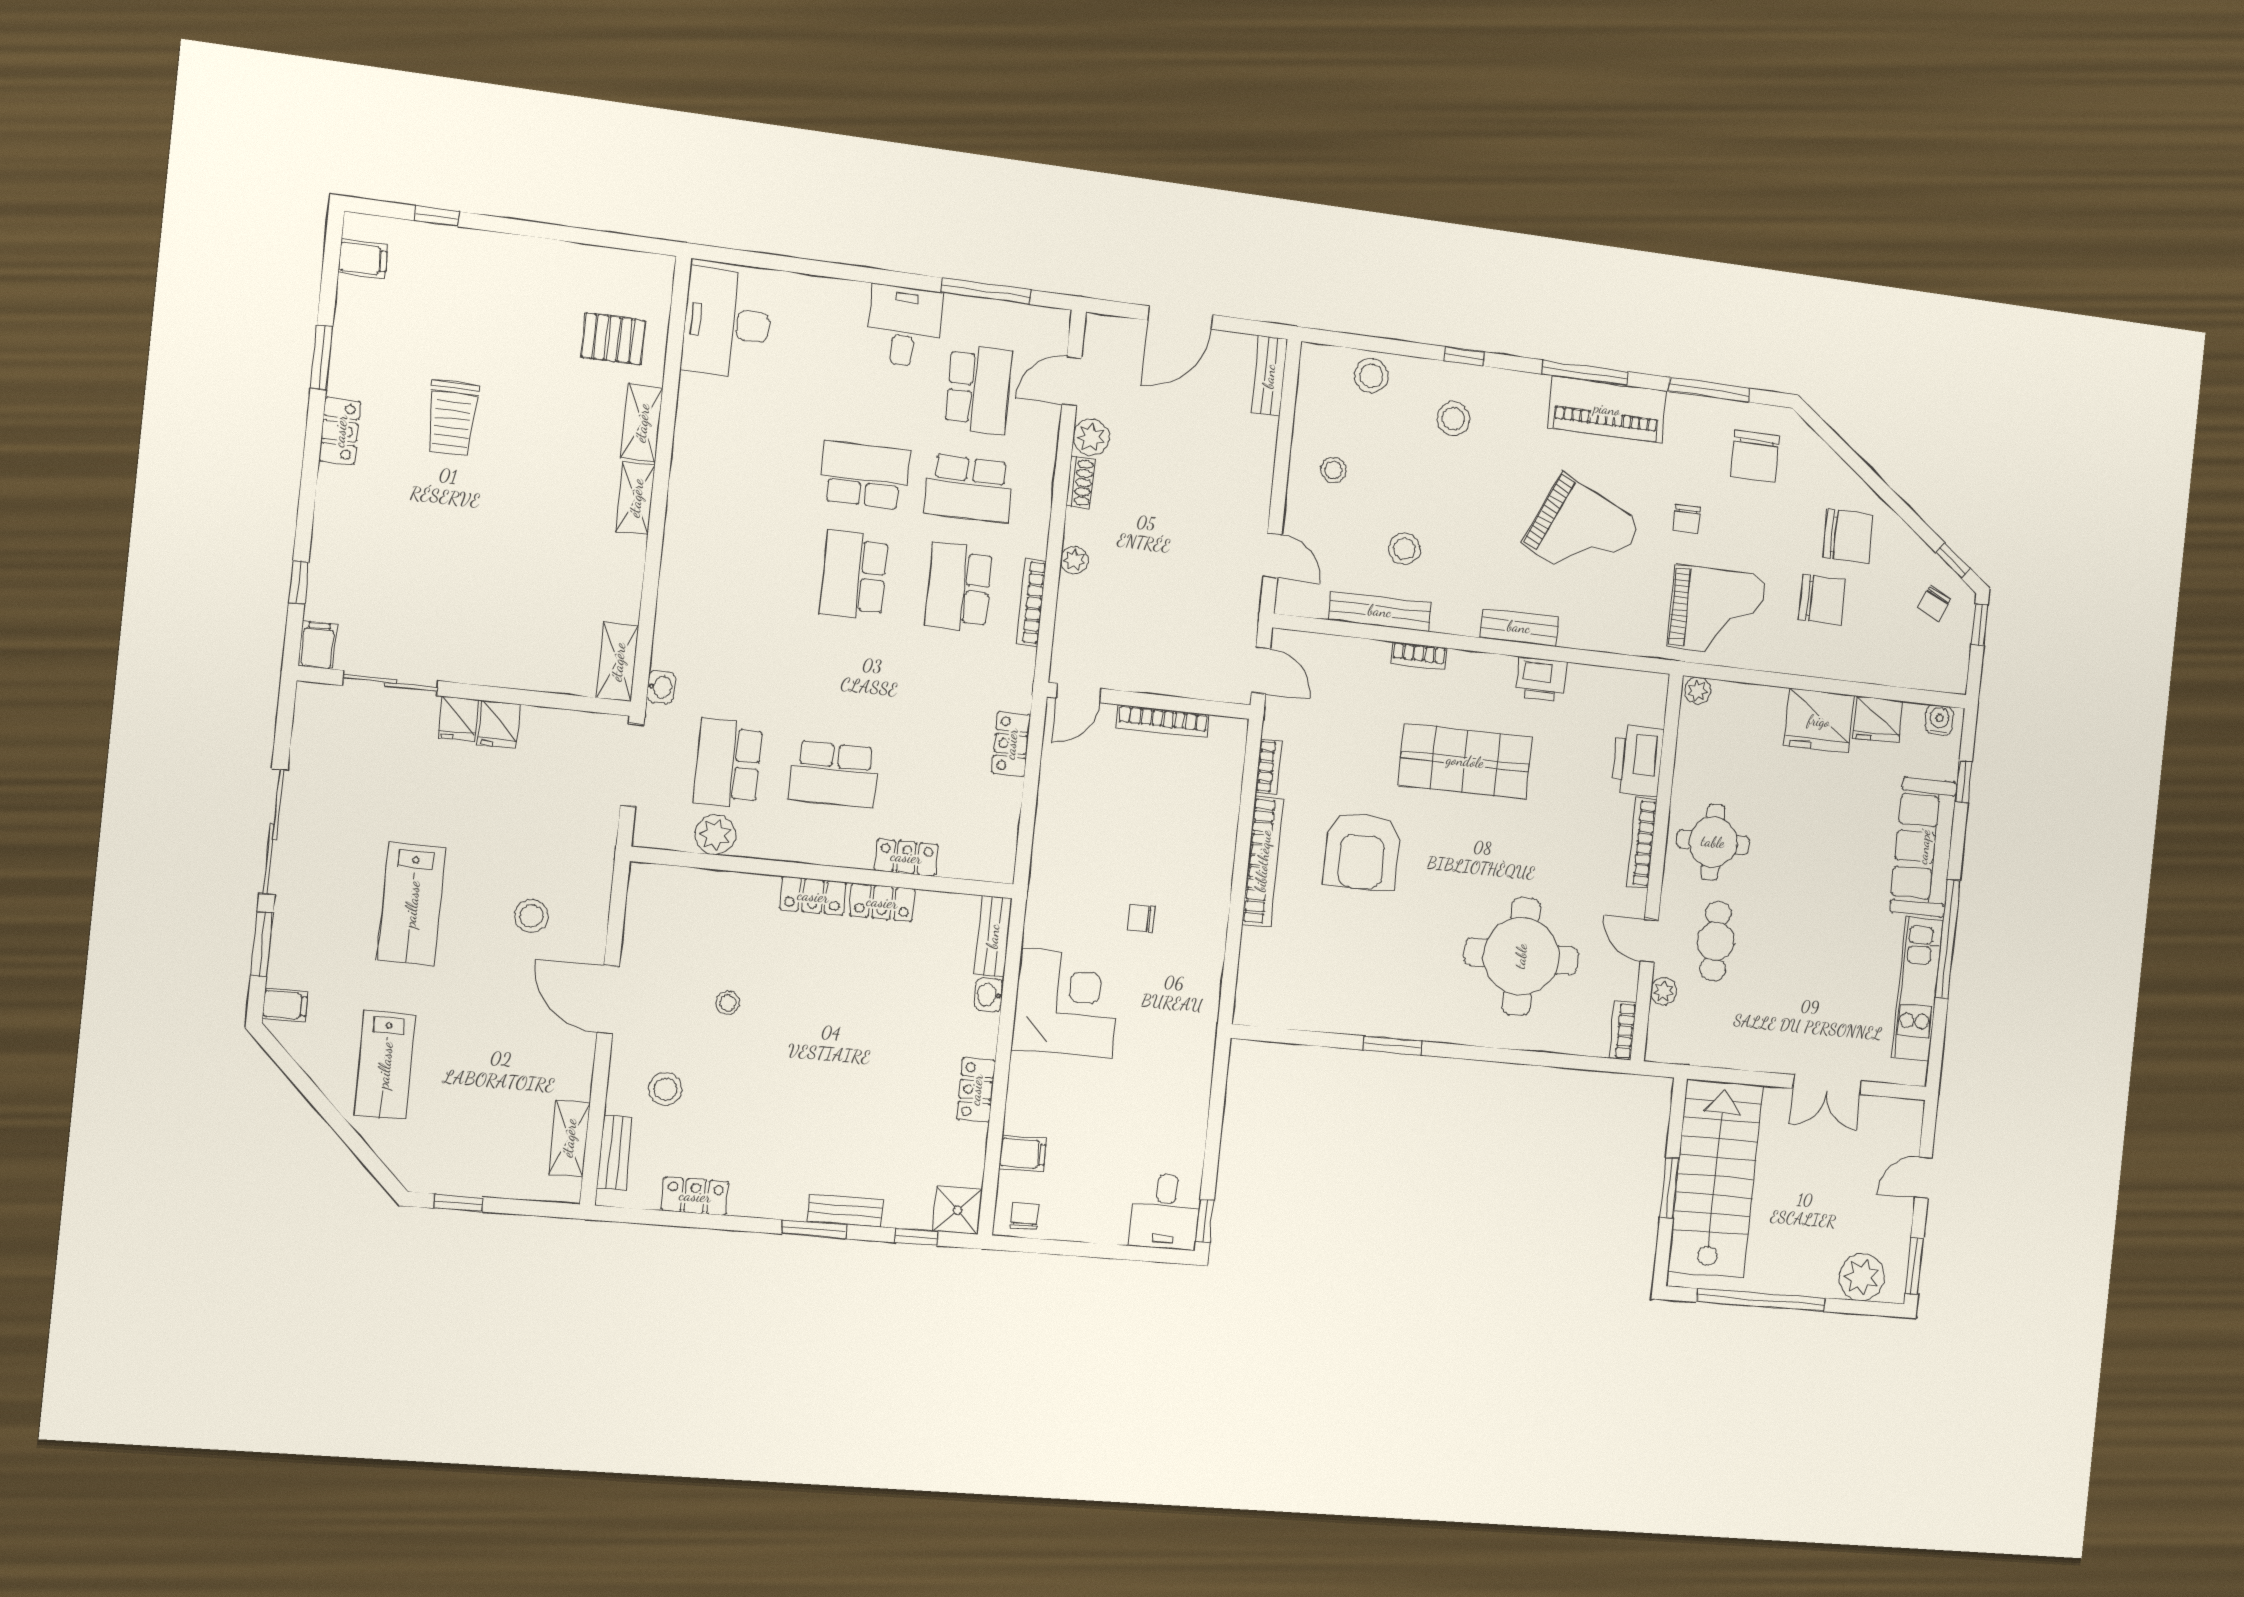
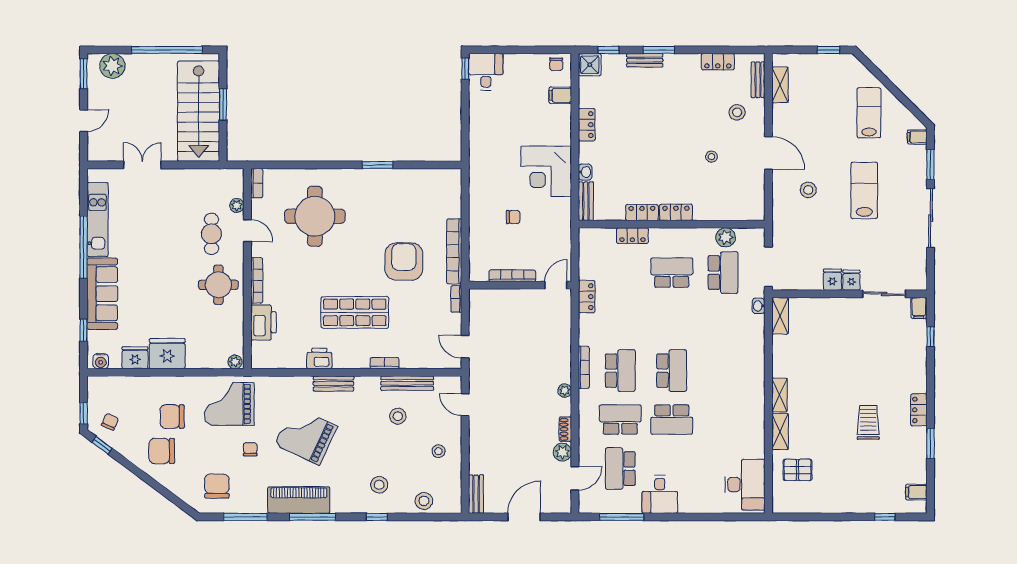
door: (1078, 693) -> (556, 285), moved
wall: (1149, 701) -> (520, 285), moved
bookcase: (1163, 721) -> (512, 276), moved

